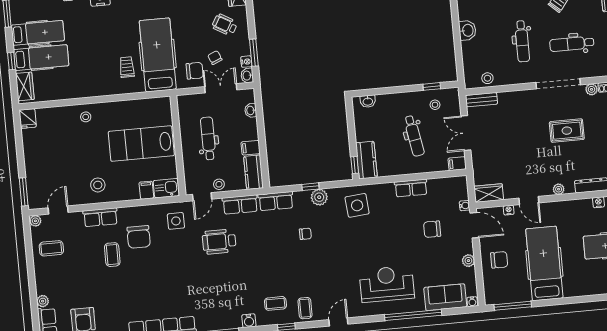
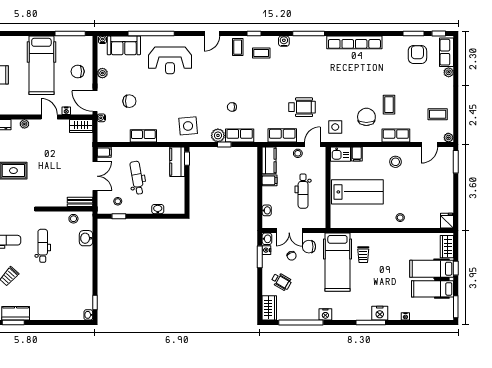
washbasin: (467, 30) -> (86, 238), moved
washbasin: (368, 101) -> (158, 209), moved
row of seats: (276, 201) -> (240, 135), moved

